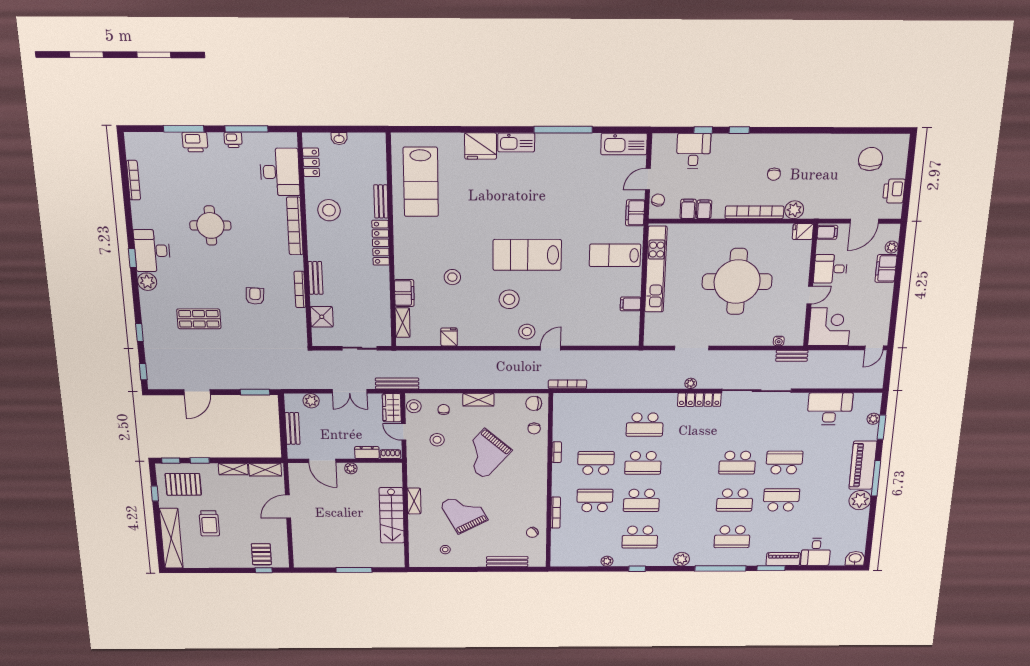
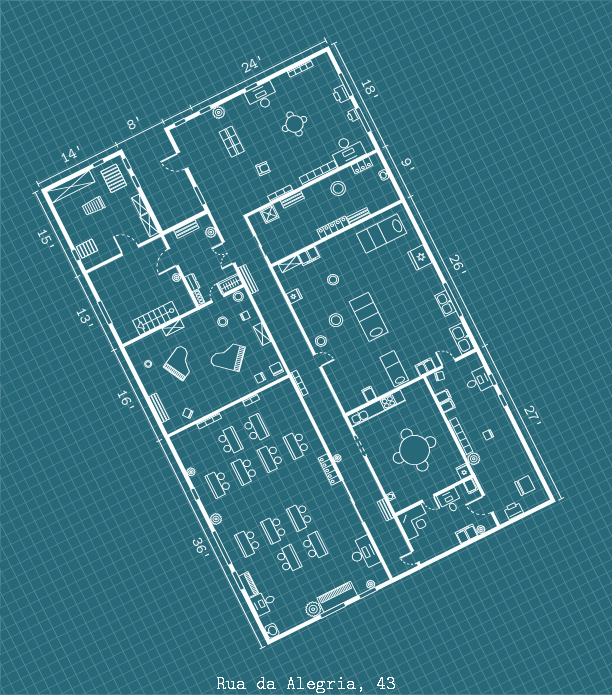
kitchen sink: (516, 142) -> (445, 303), moved
kitchen unit: (656, 269) -> (376, 408), moved
plant: (147, 282) -> (219, 112), moved

